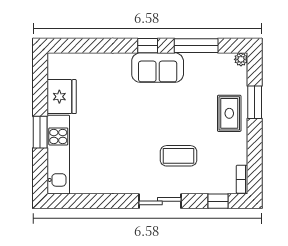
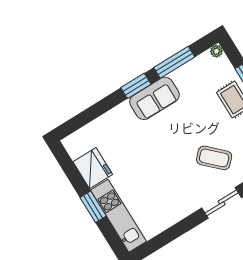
window: (148, 46) -> (136, 86), width x1.50
coffee table: (179, 156) -> (214, 158), turned 44

